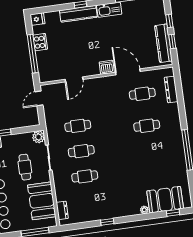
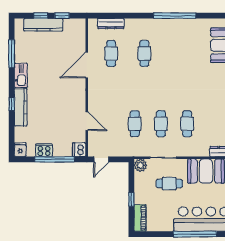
kitchen counter: (163, 43) -> (43, 25), moved
dishwasher: (107, 67) -> (79, 150), moved
door: (39, 98) -> (101, 159), hinge flipped

